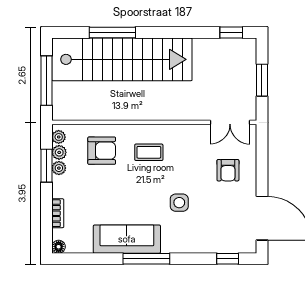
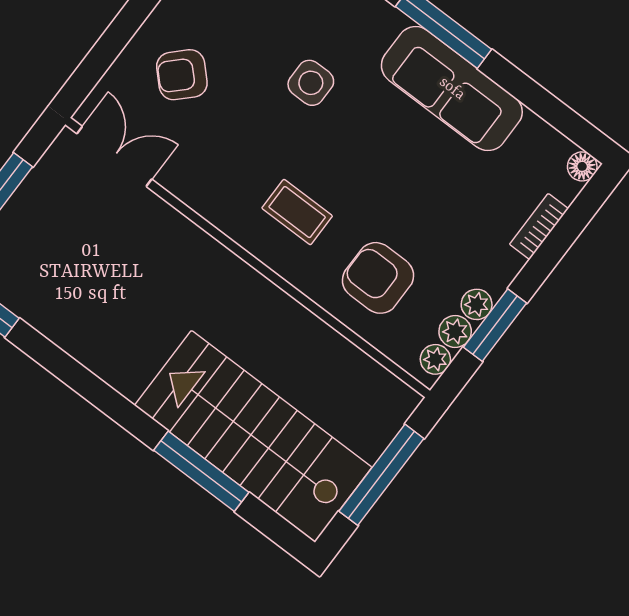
stairs: (122, 59) -> (253, 436), width x0.73
armchair: (228, 170) -> (182, 75), turned -135

